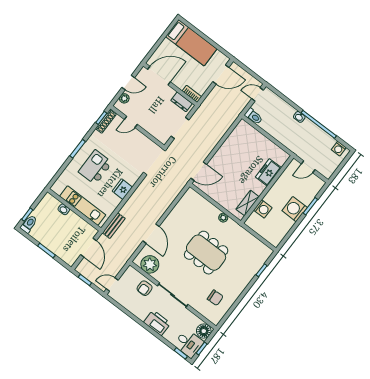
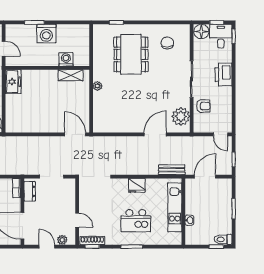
freezer: (268, 172) -> (13, 82), moved, turned -90
dining table: (206, 253) -> (131, 54), moved

